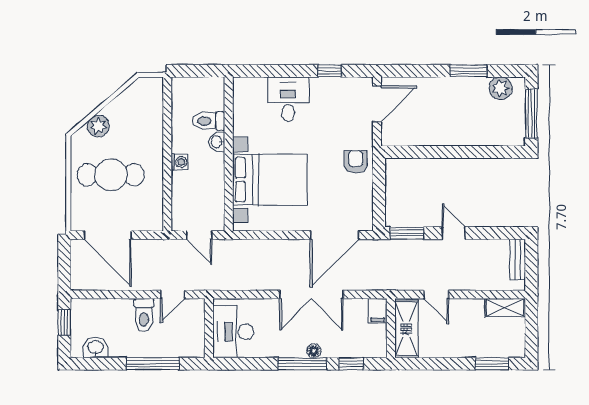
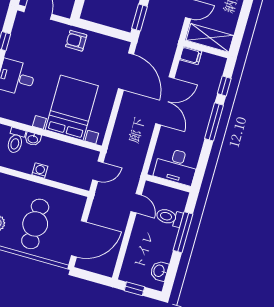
toilet: (144, 315) -> (169, 217), moved, turned 180
floor lamp: (314, 351) -> (207, 111), removed

